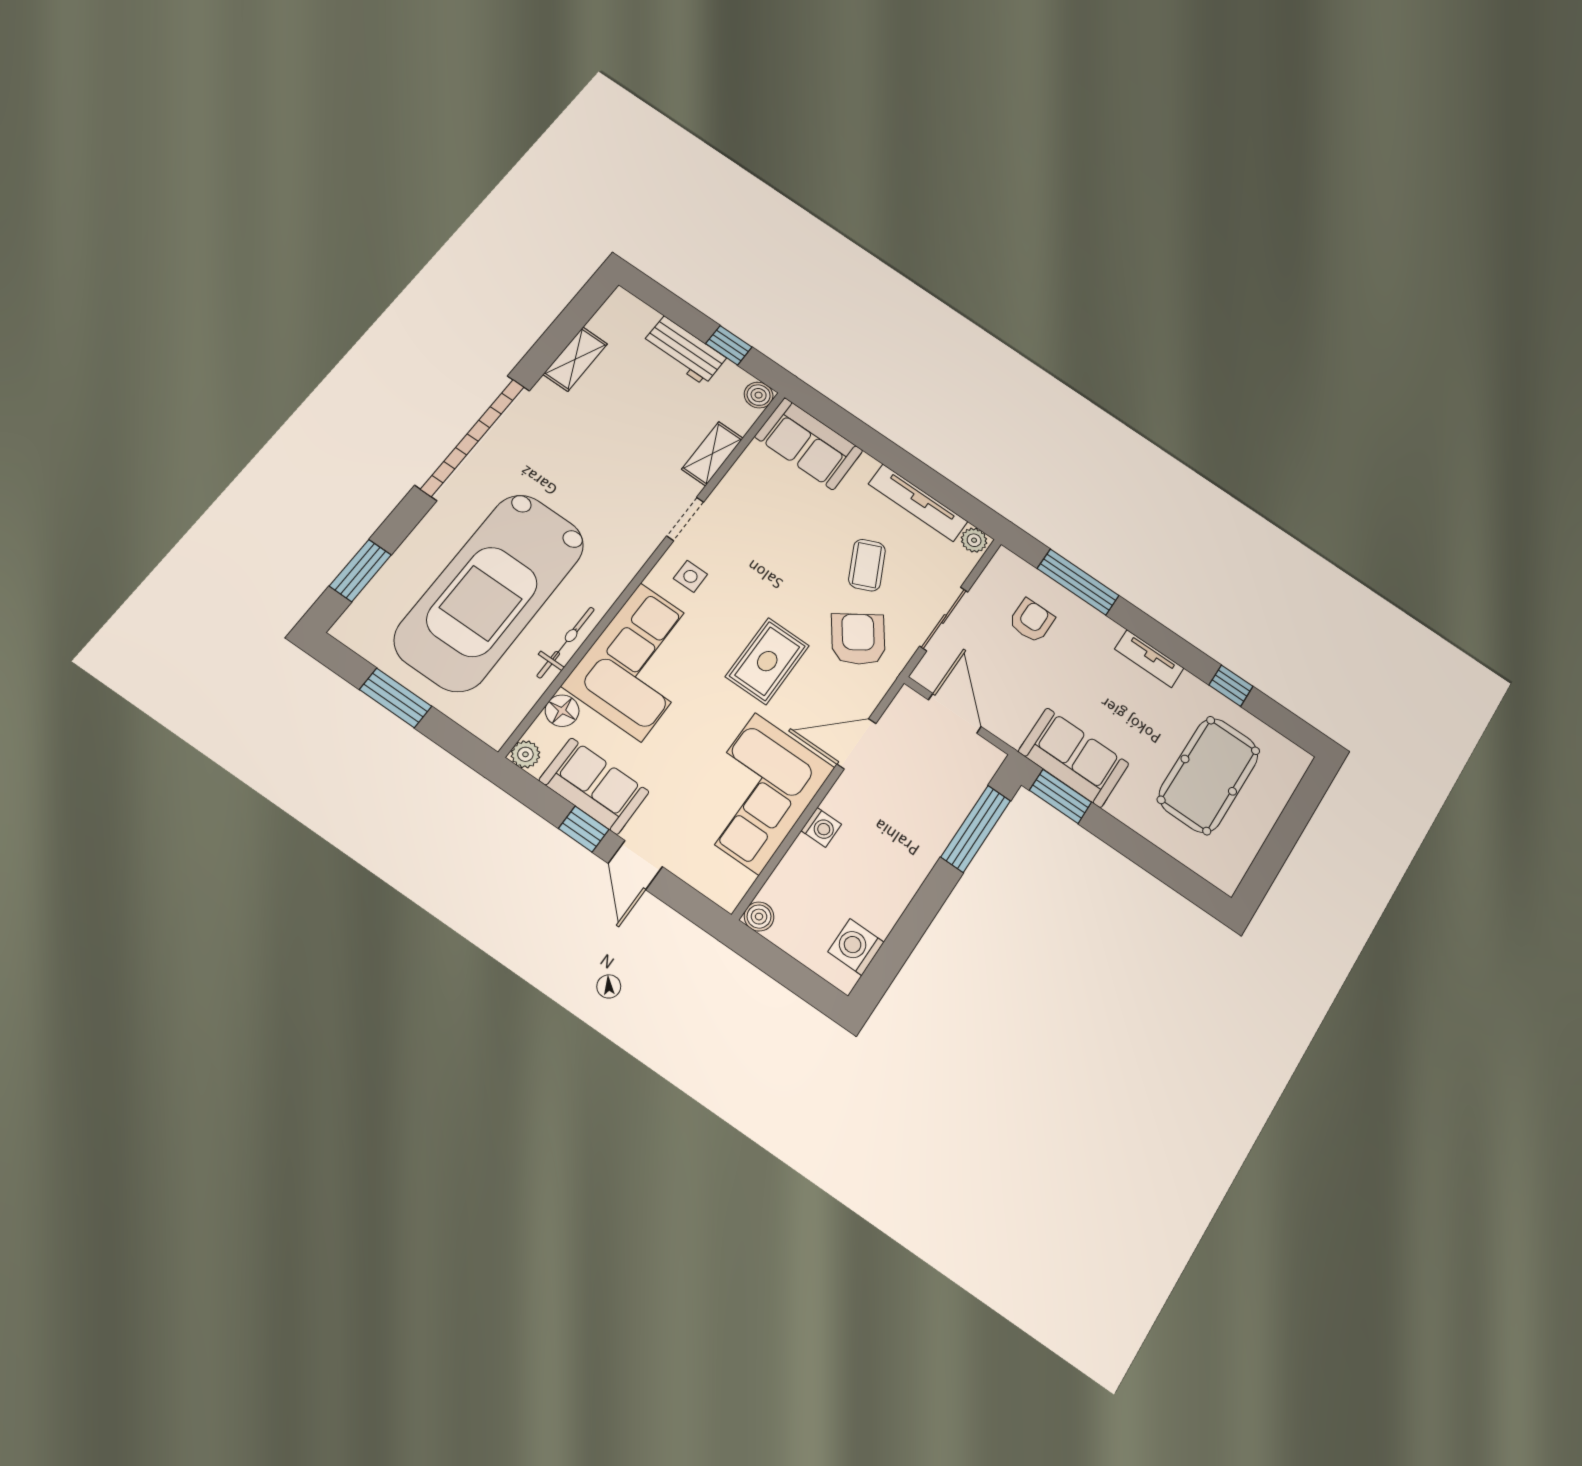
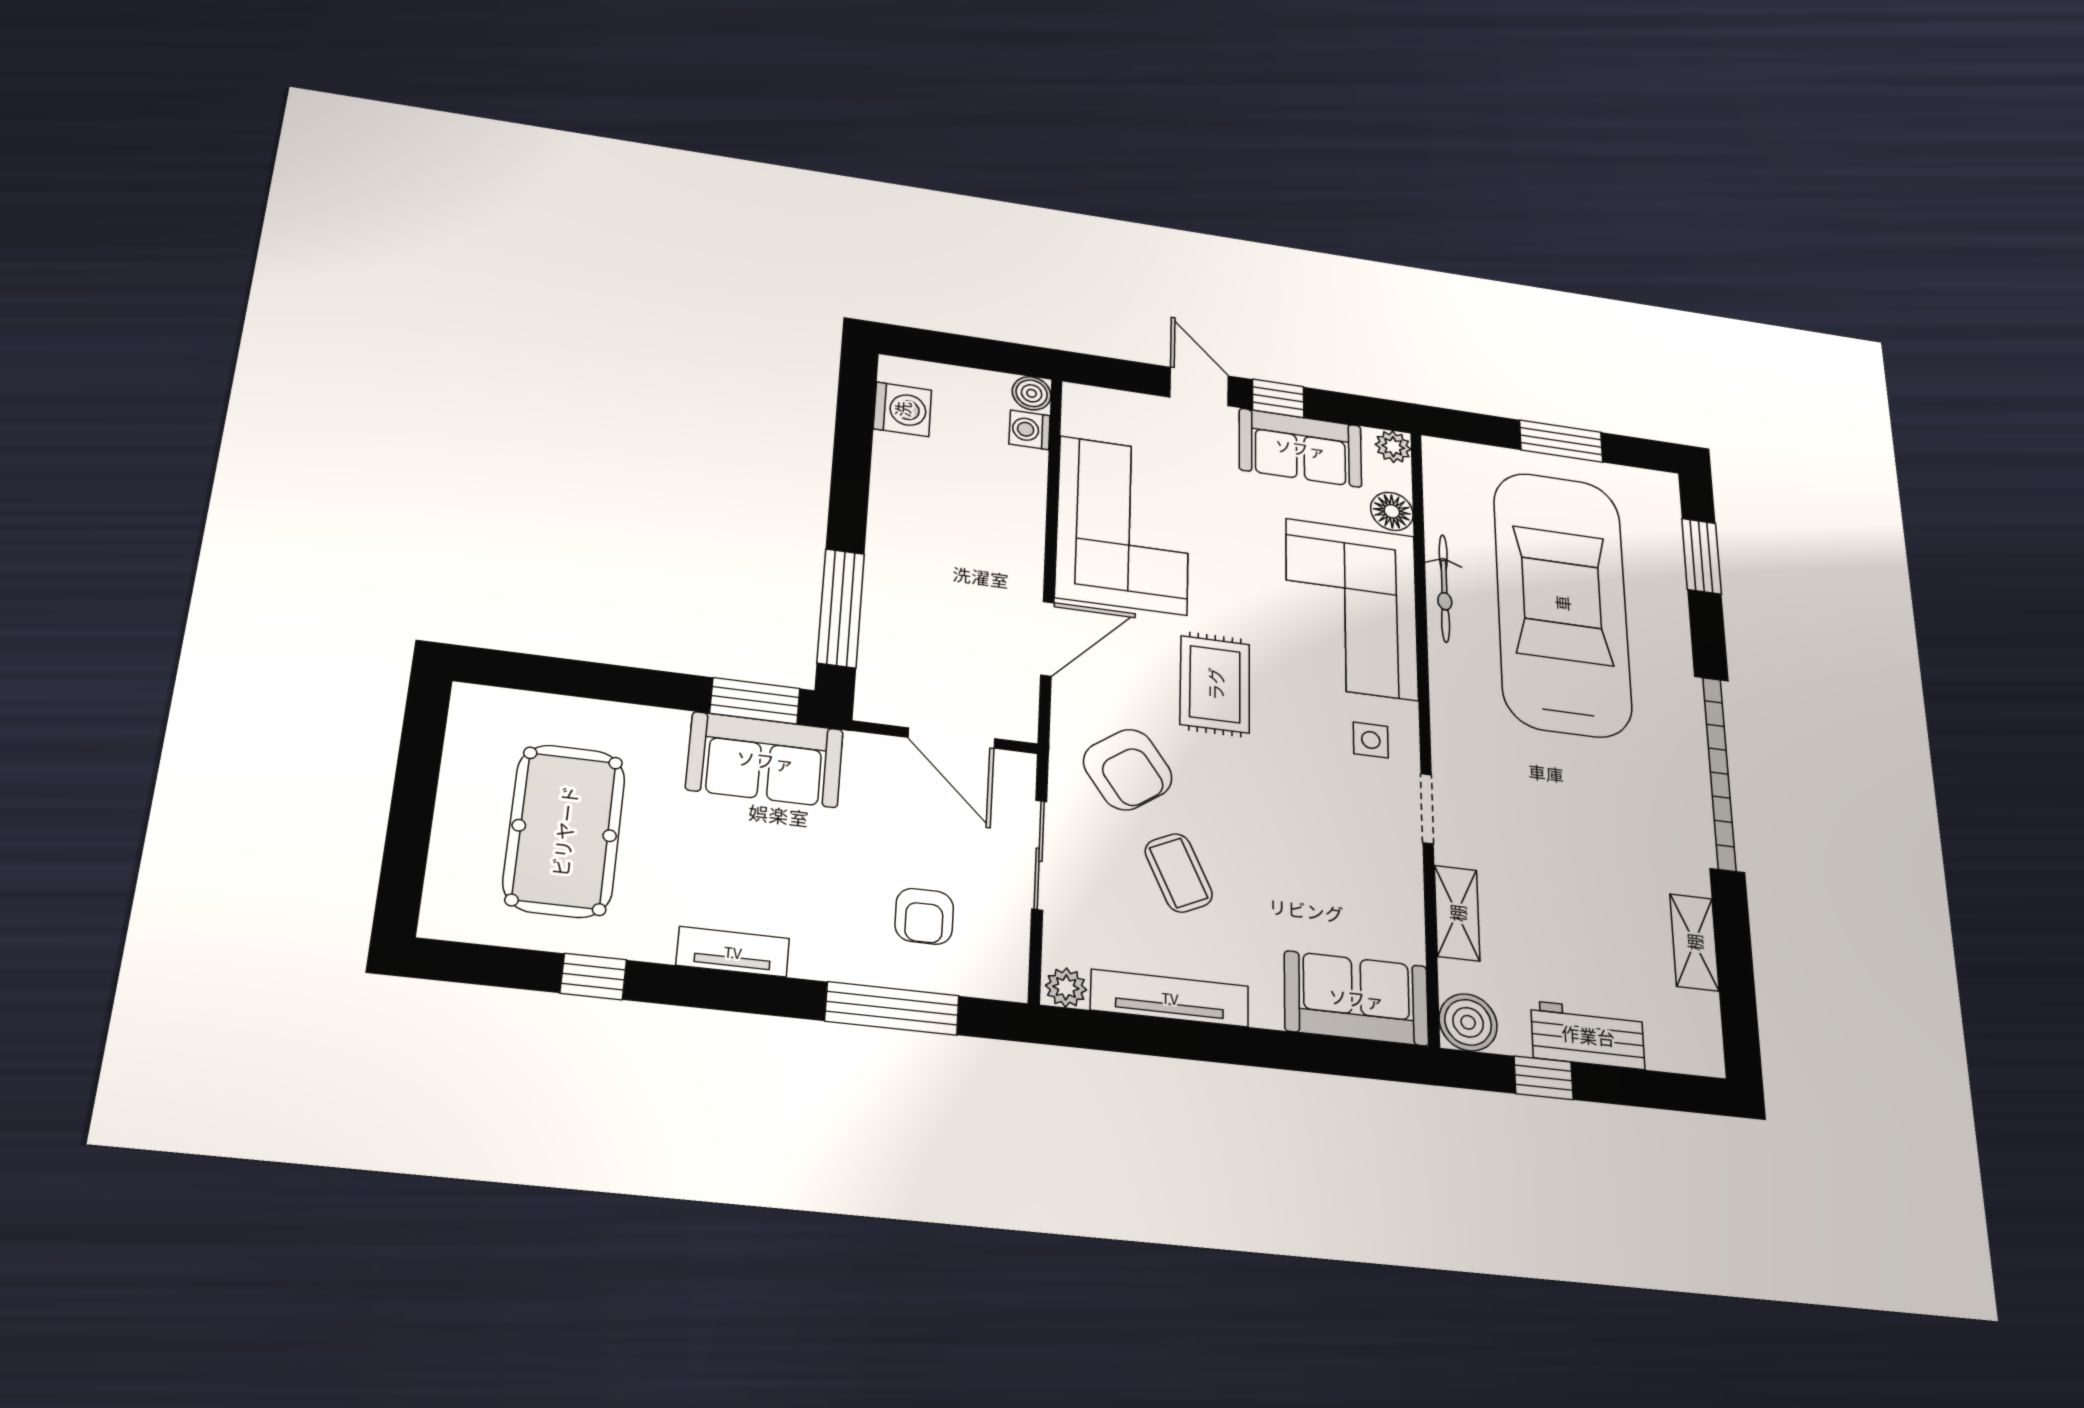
boiler: (759, 395) -> (1468, 1022), width x1.36, depth x1.36
washing machine: (821, 827) -> (1030, 430), moved

